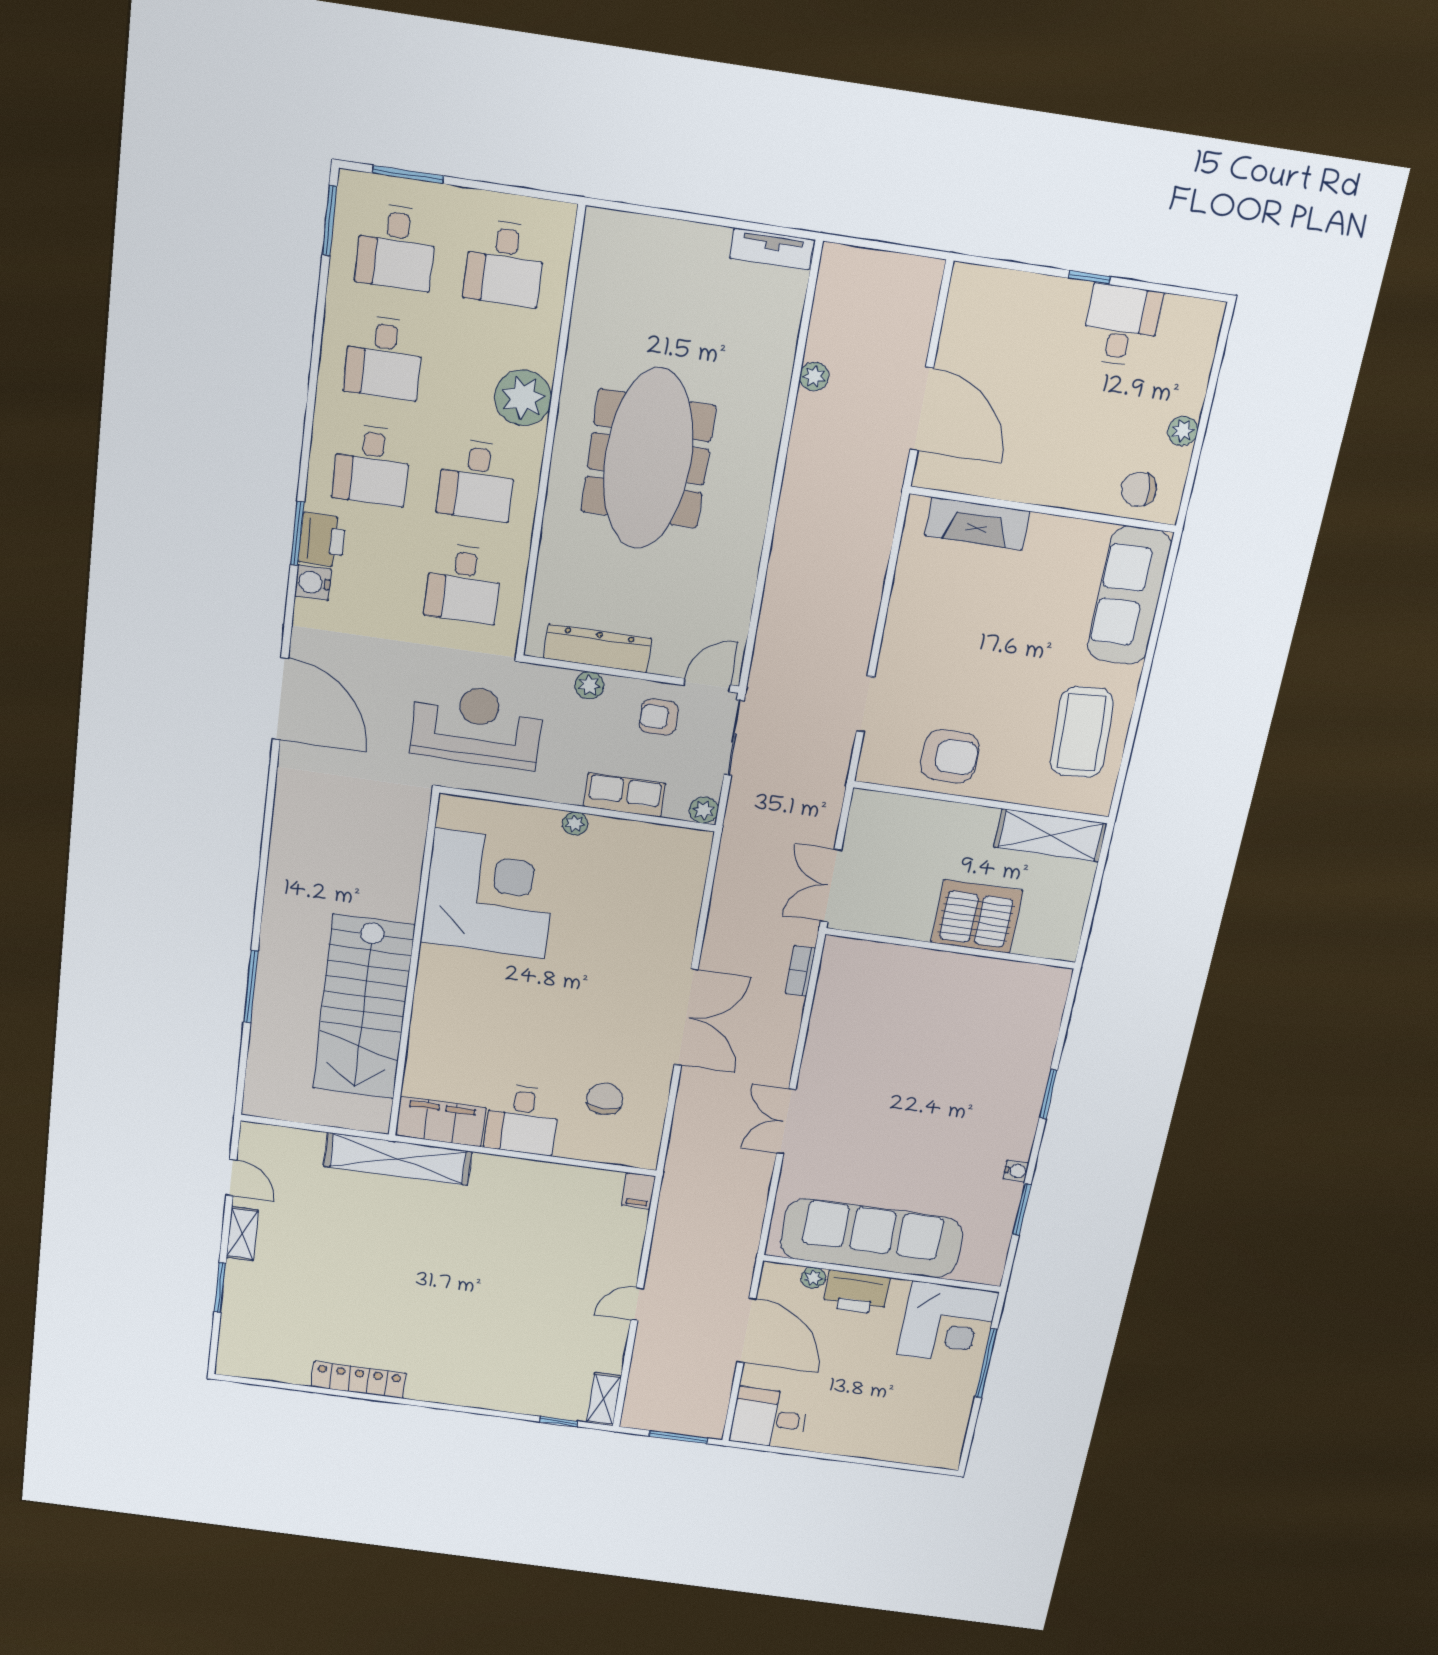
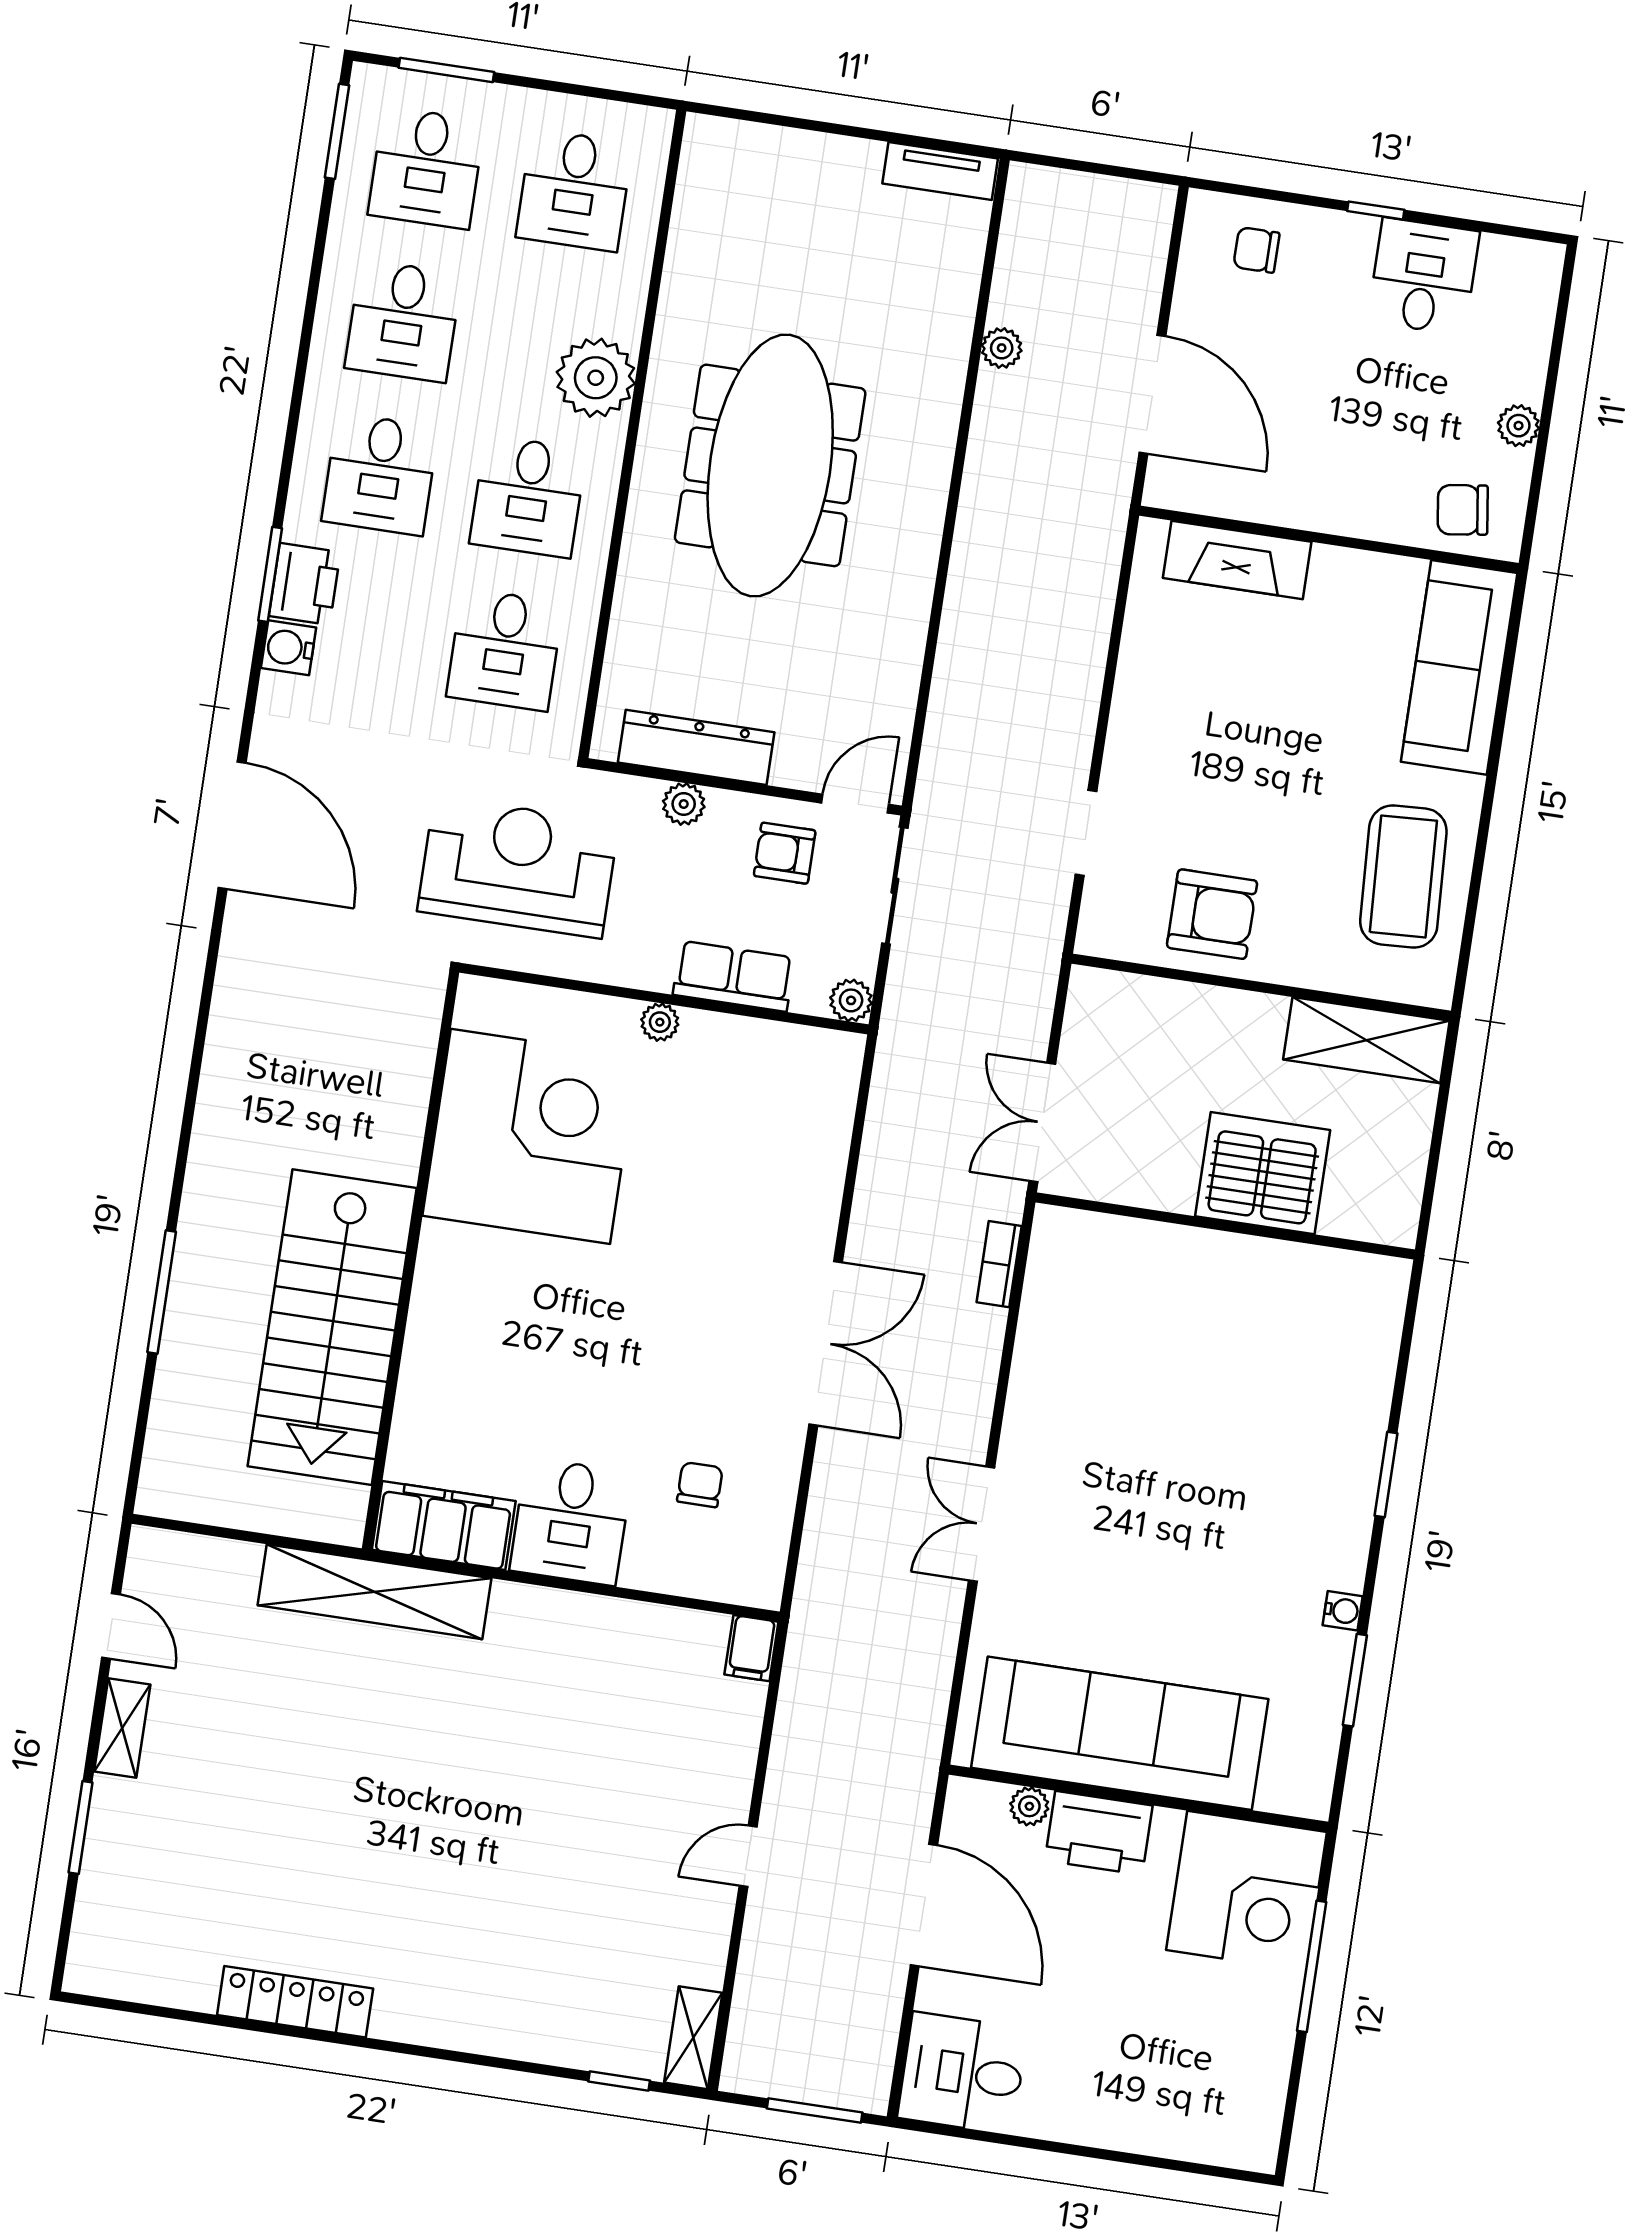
chair: (1001, 306) -> (1256, 250), added
chair: (605, 1099) -> (700, 1485), width x0.73, depth x0.73

